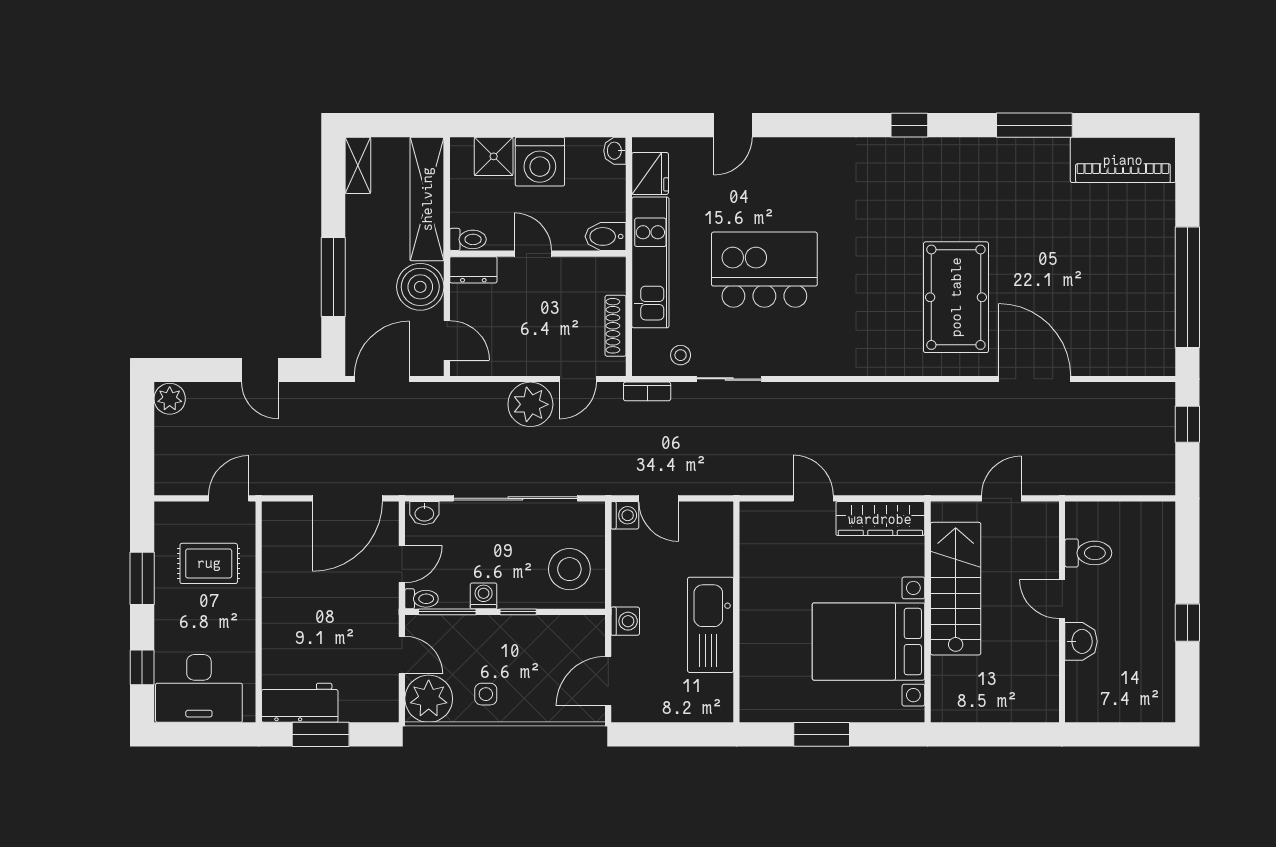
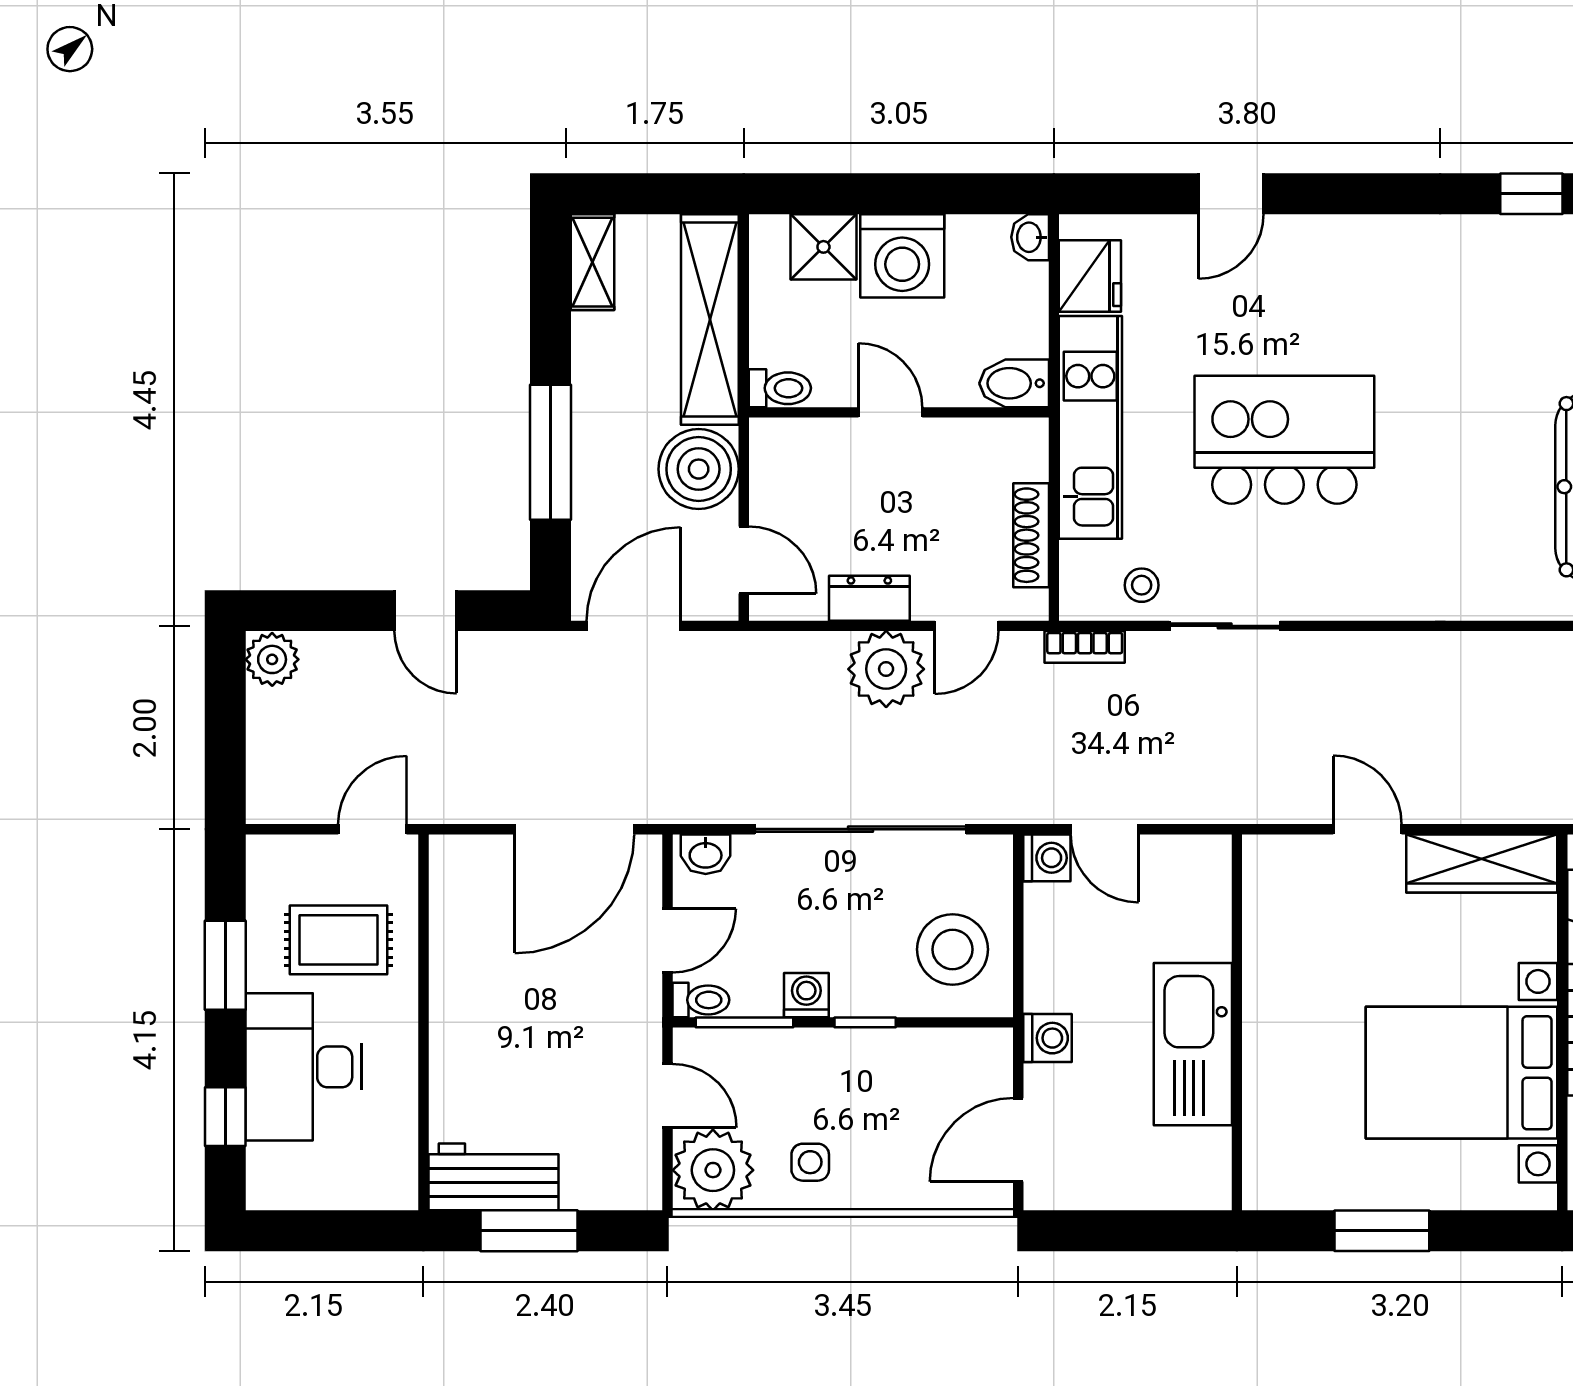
dresser: (473, 270) -> (869, 598), moved, turned 180
desk: (199, 688) -> (303, 1067), moved, turned 90

